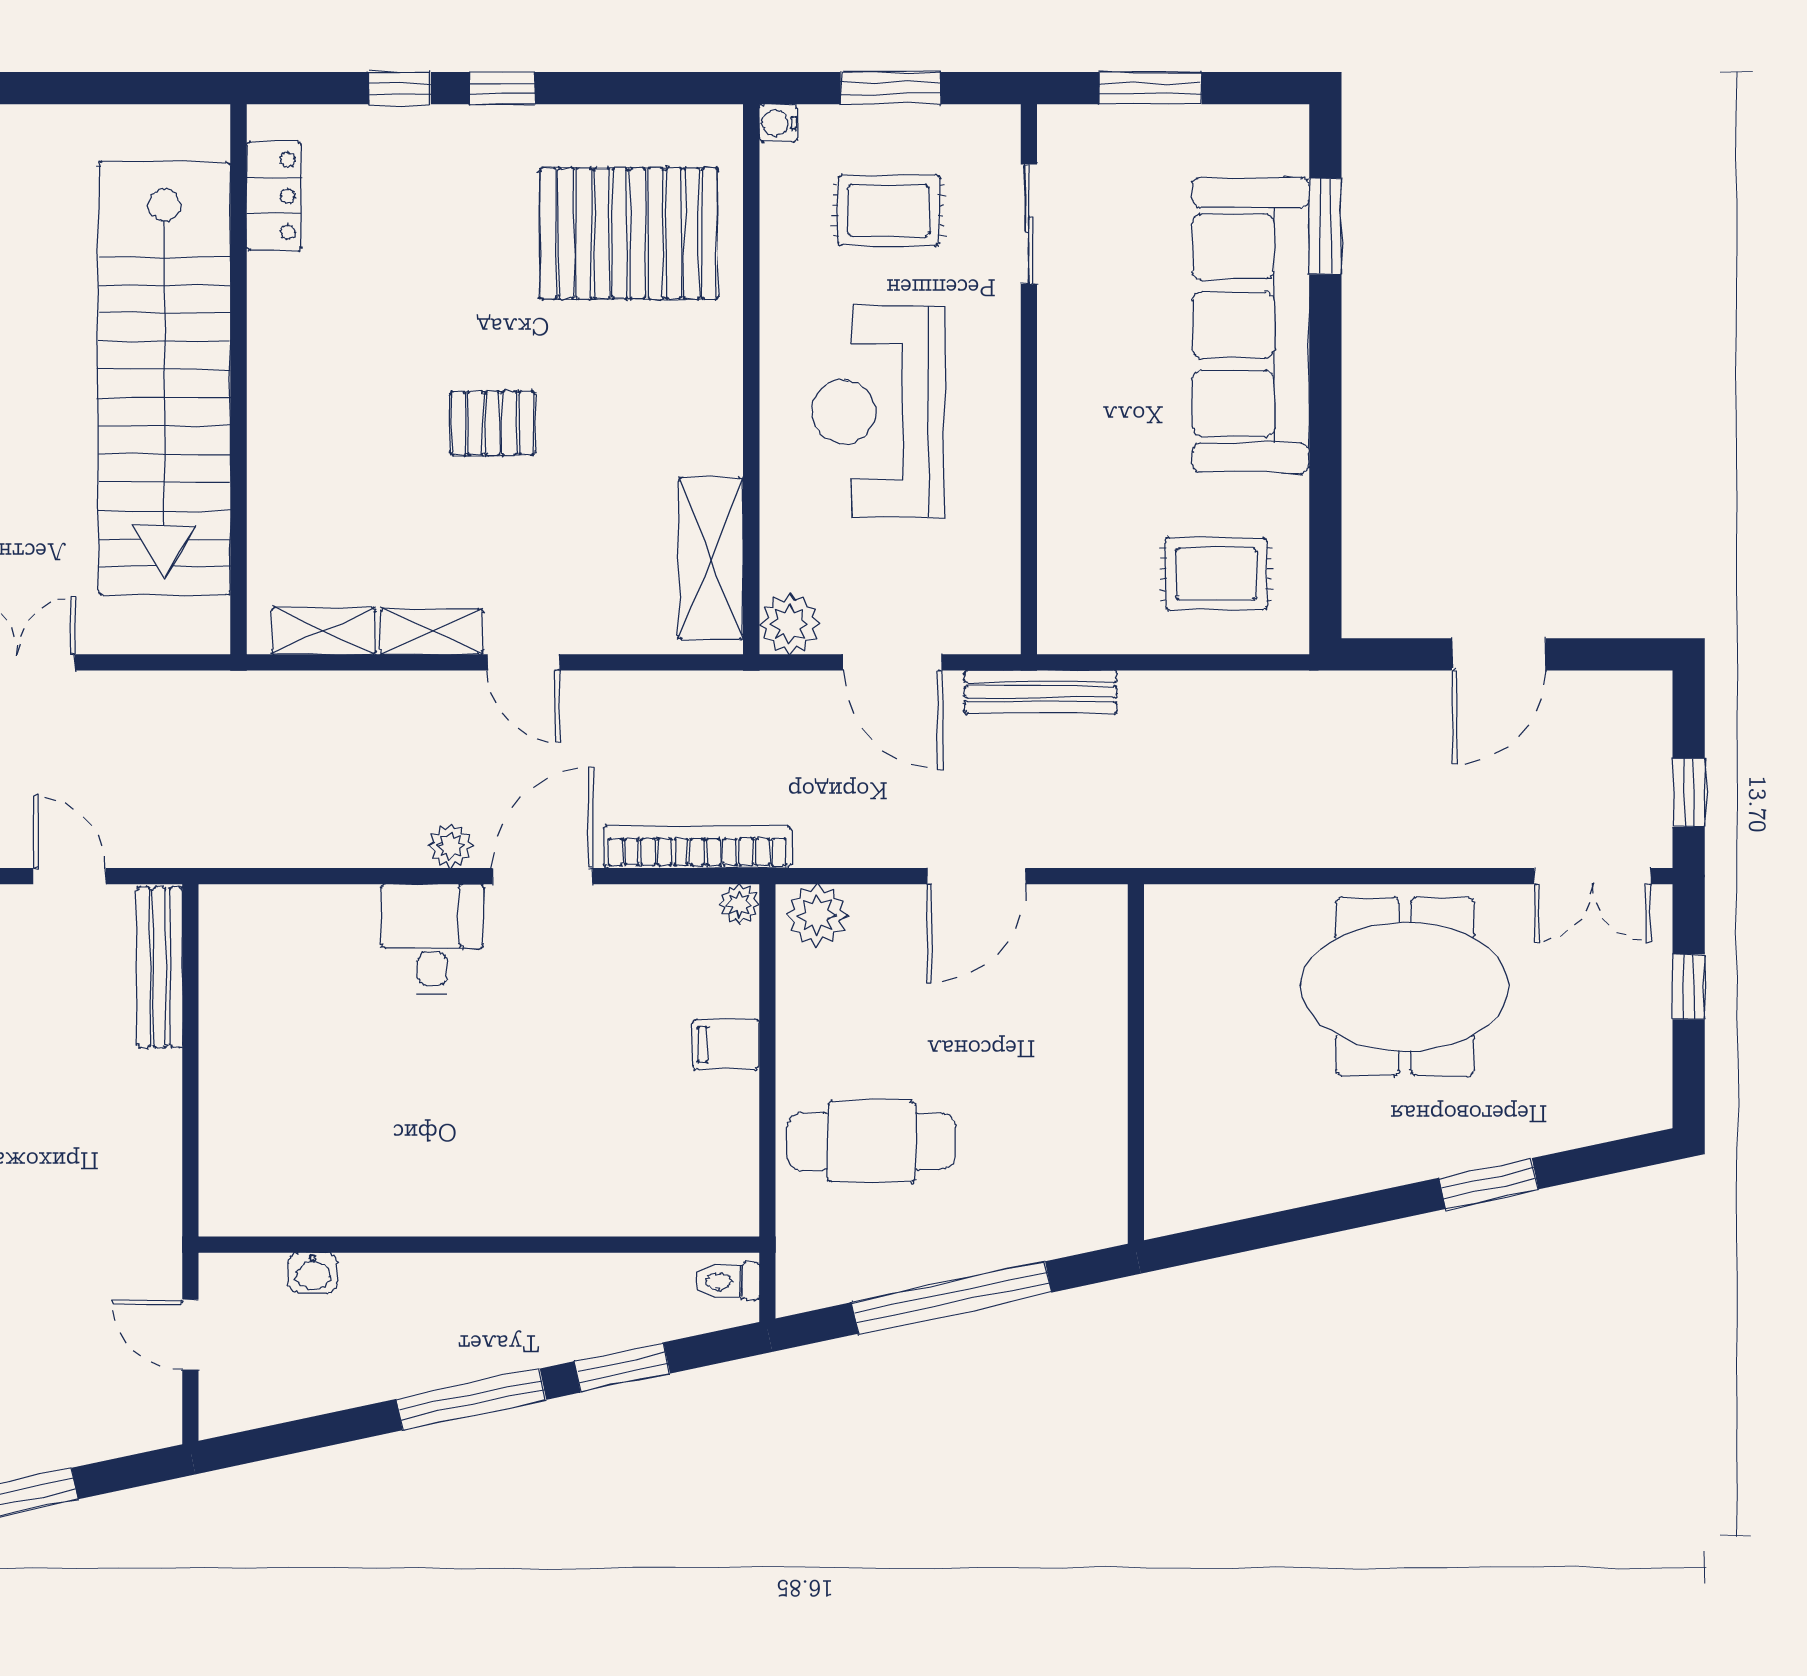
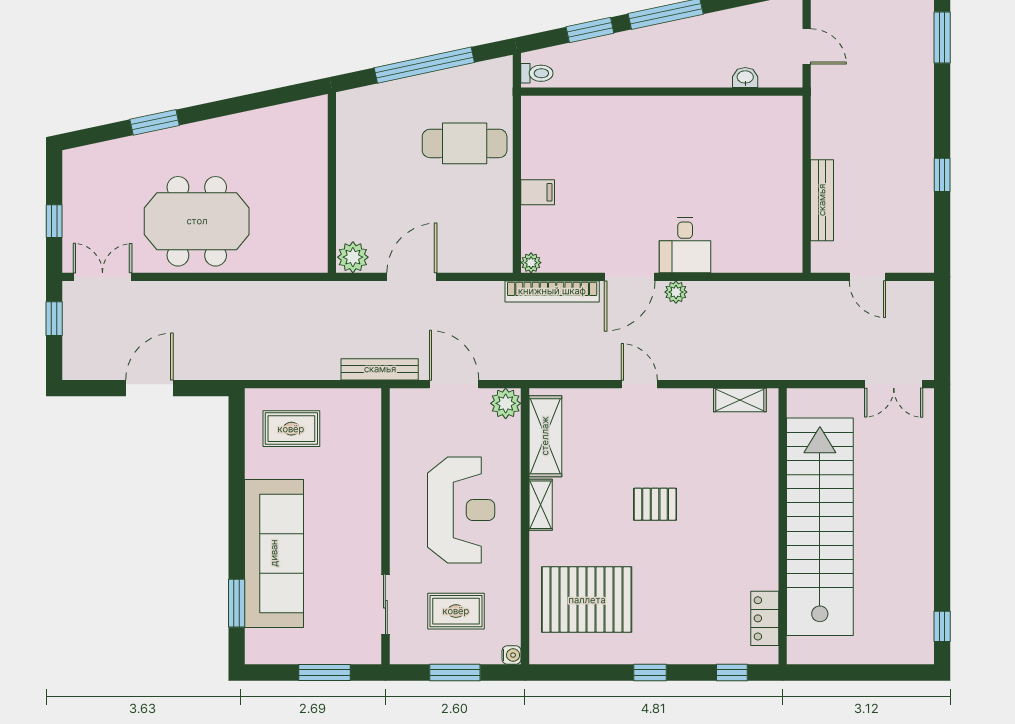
window: (400, 88) -> (732, 673), moved
shelving: (431, 631) -> (541, 505), moved, turned 90
plant: (817, 915) -> (353, 257), moved
bench: (160, 967) -> (822, 200), moved

